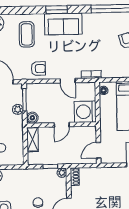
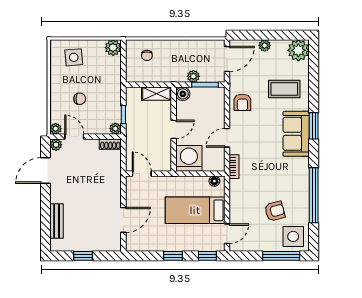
door: (62, 125) -> (174, 129), swing flipped

